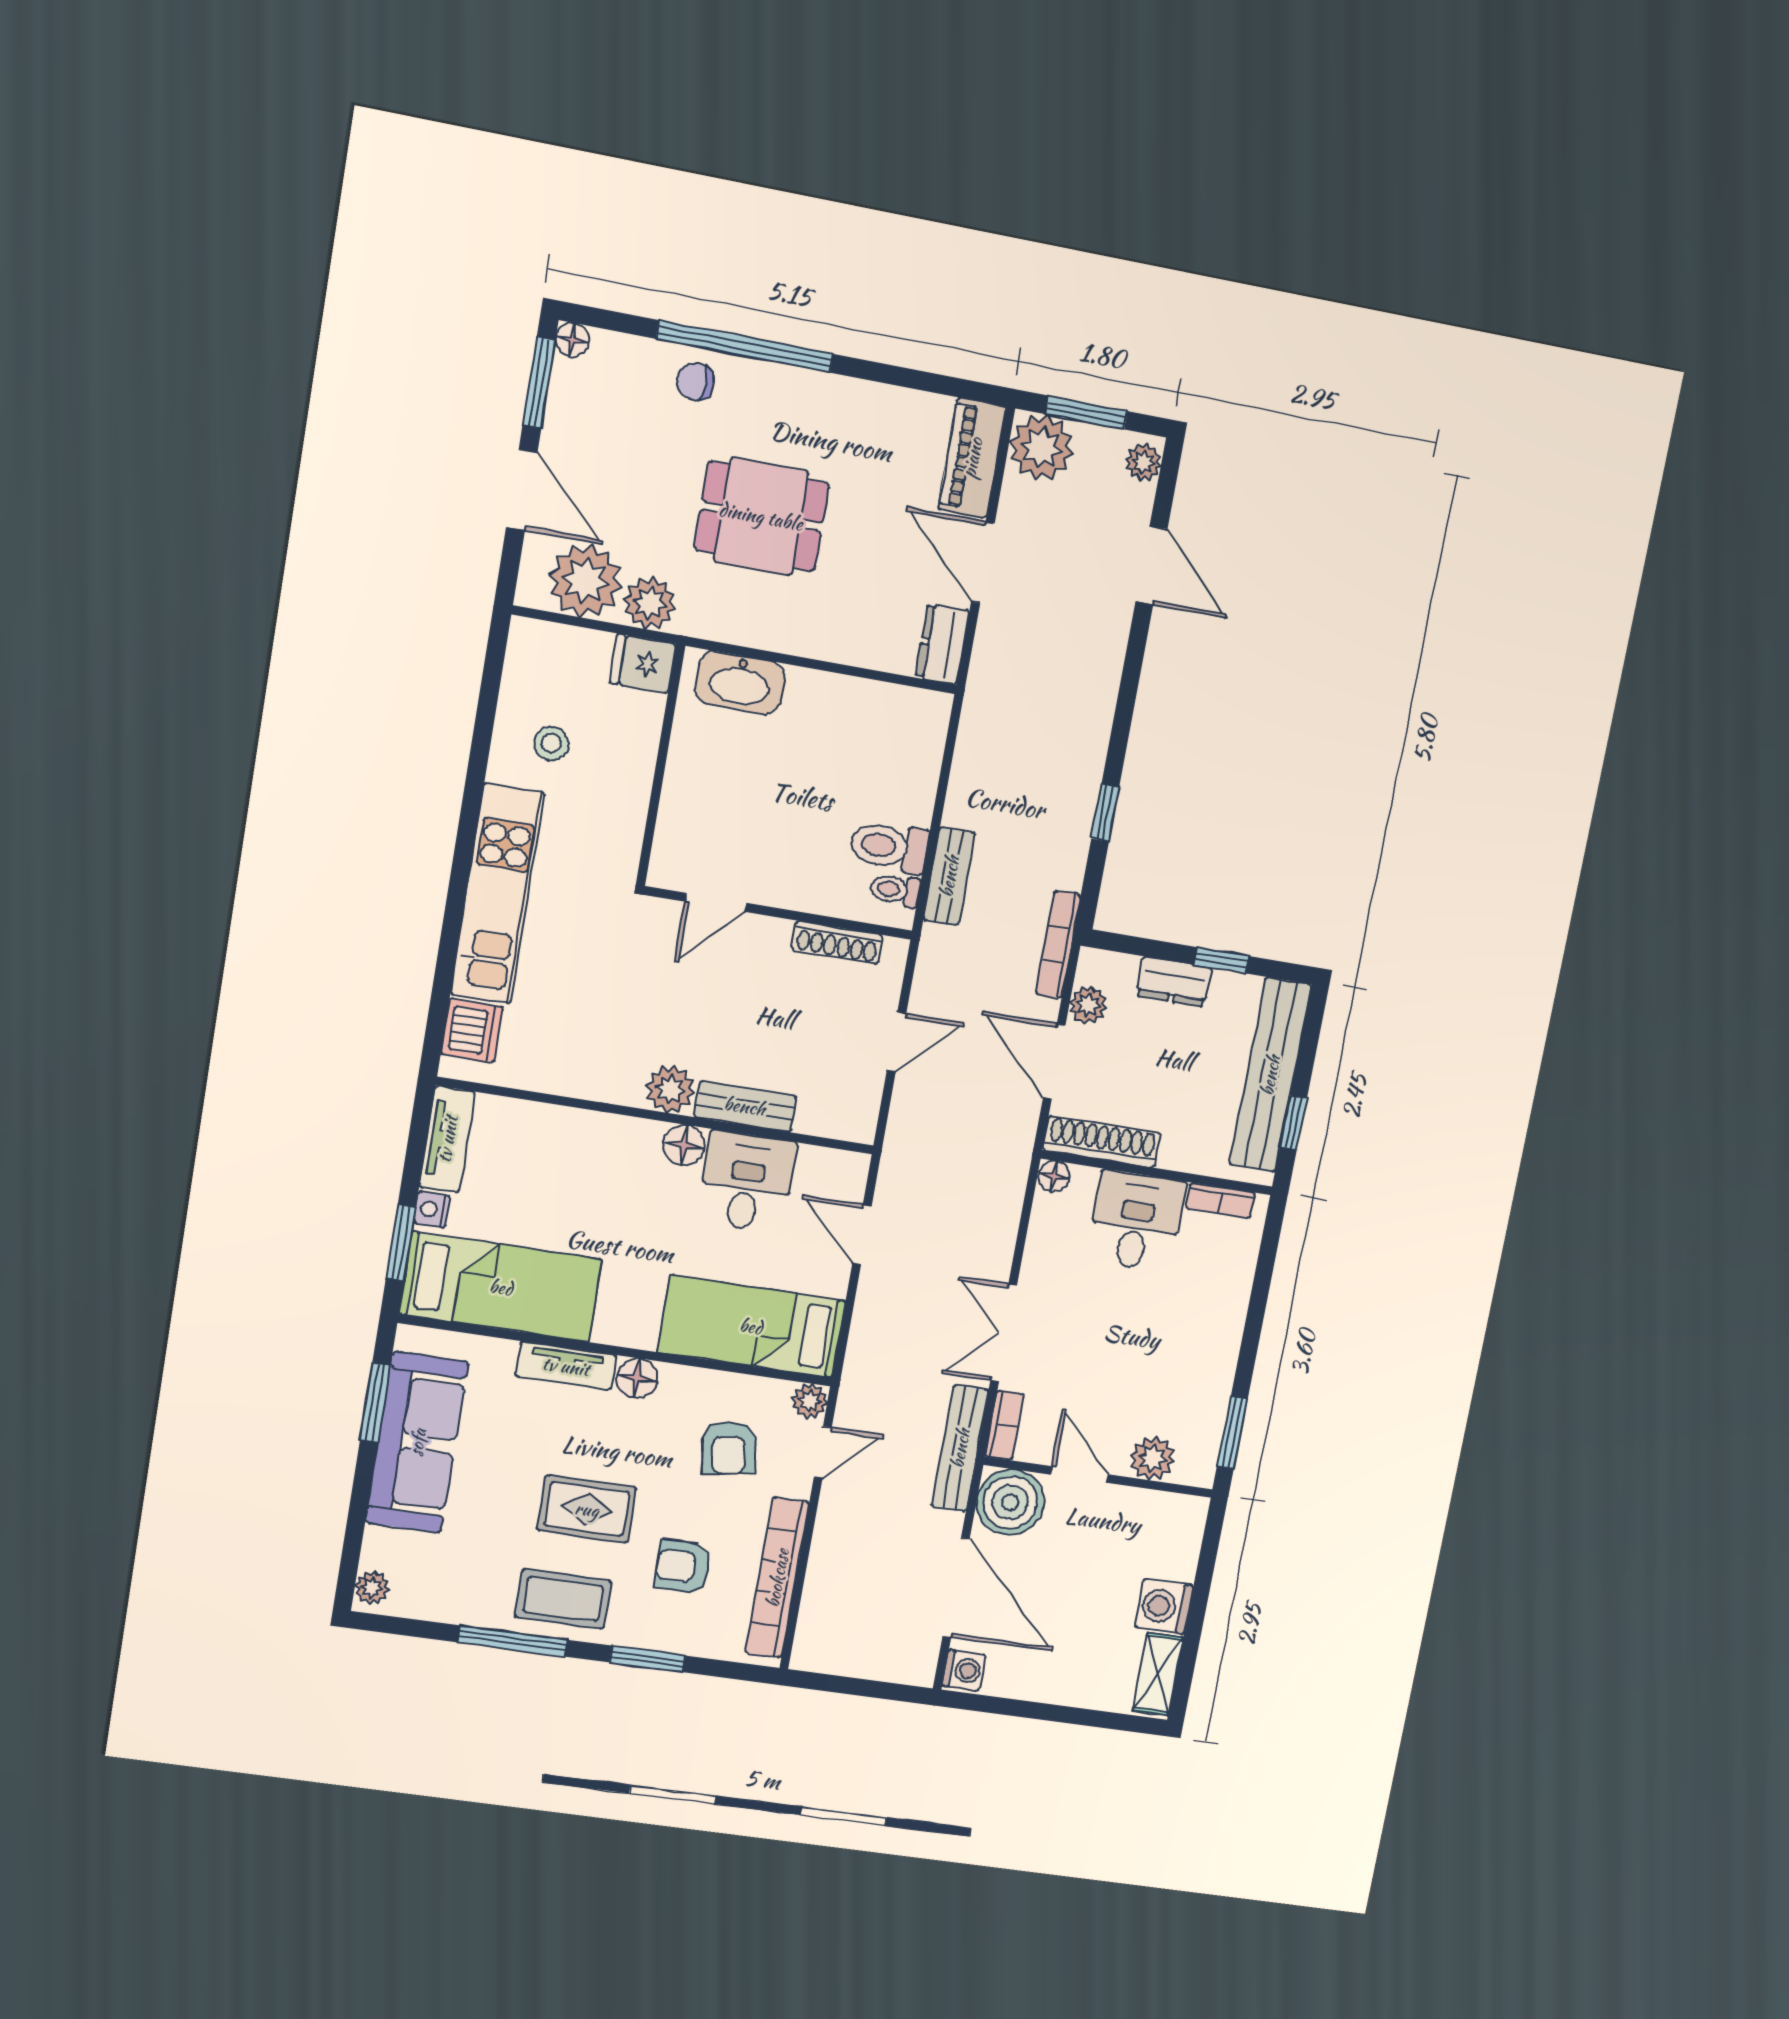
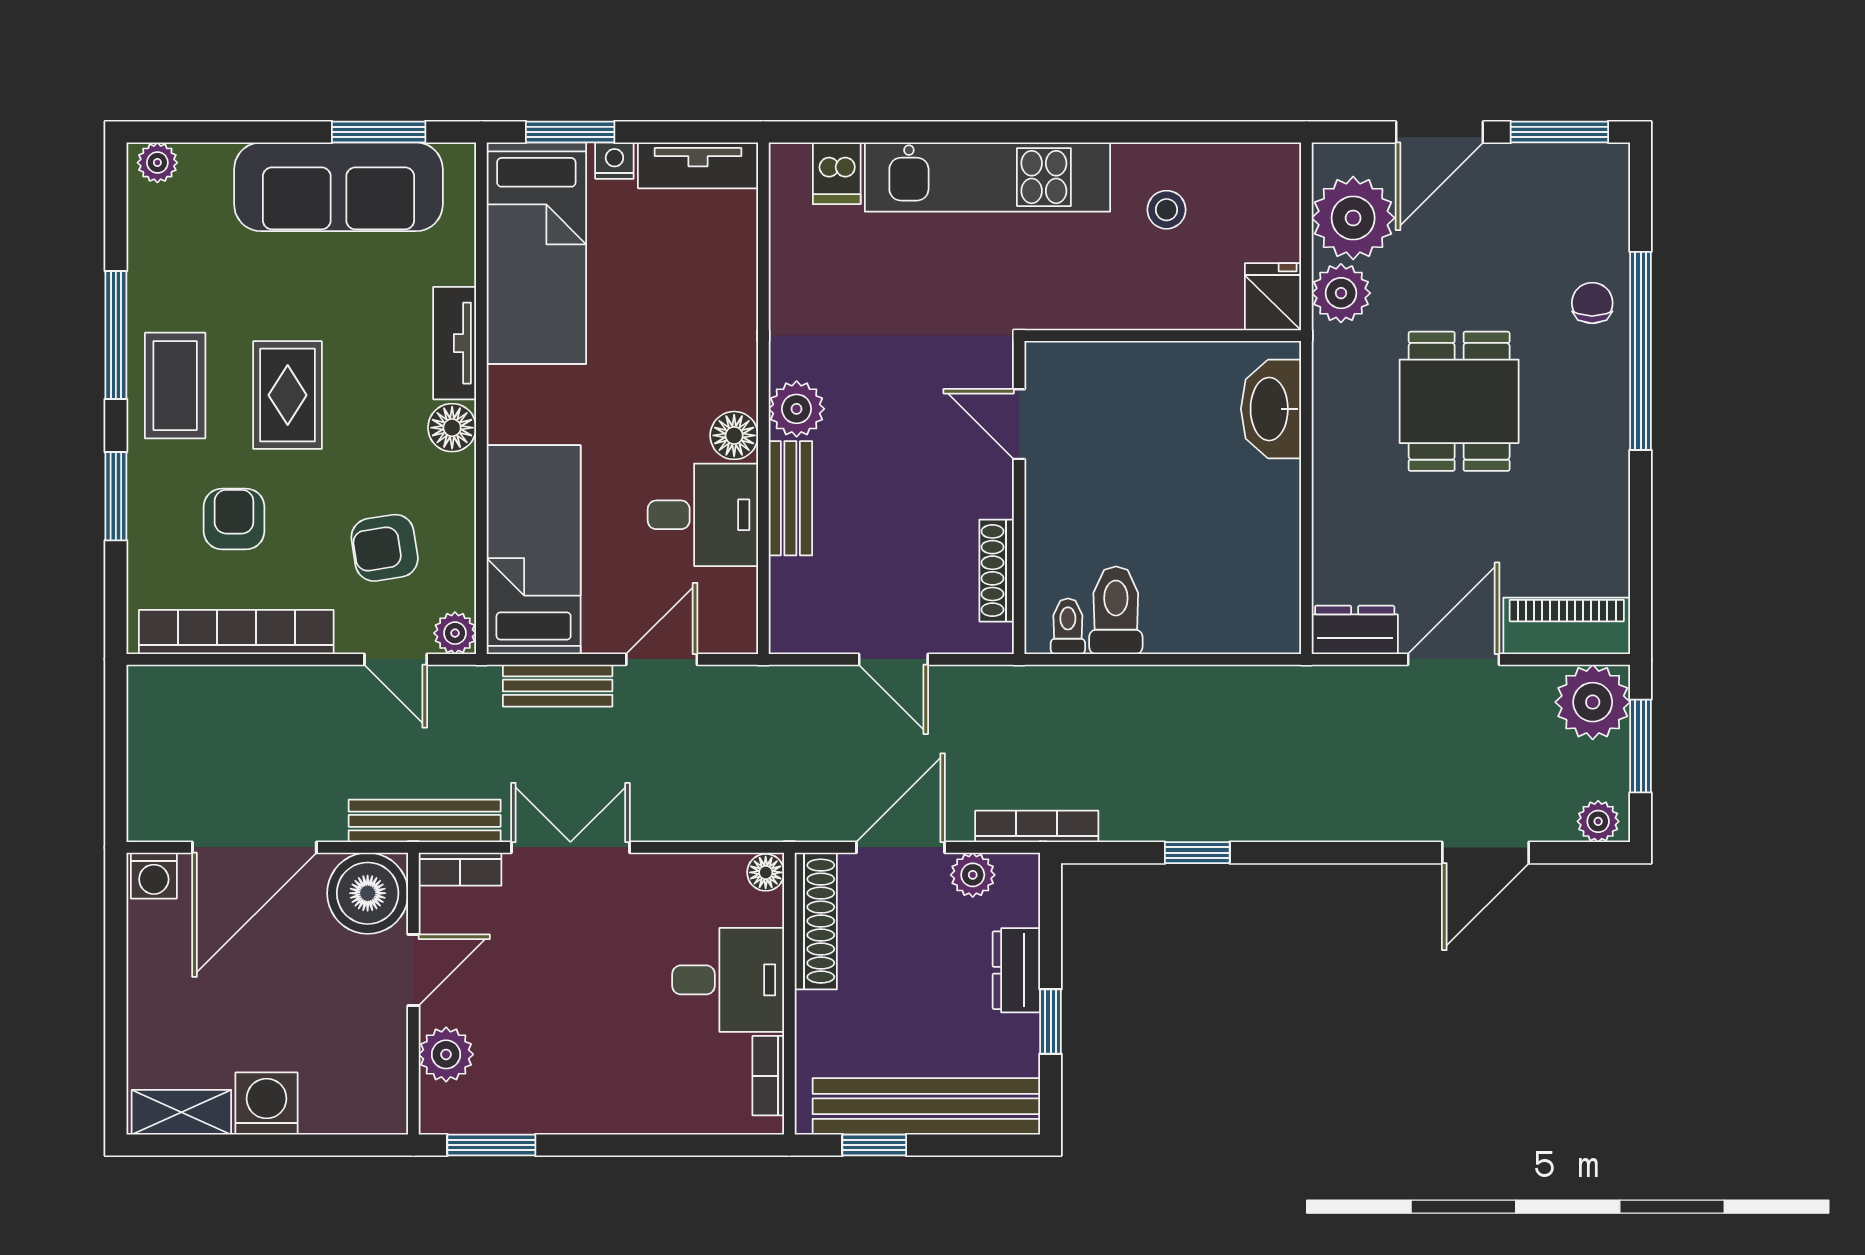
floor lamp: (572, 340) -> (1612, 161), removed
bench: (949, 876) -> (558, 686), moved
dishwasher: (472, 1030) -> (837, 173), width x0.73

